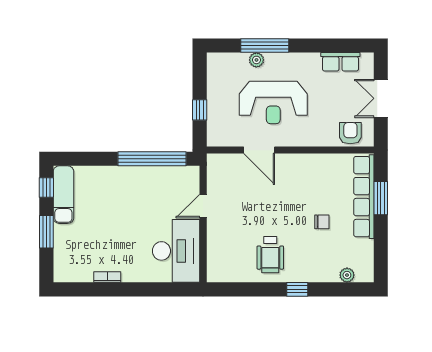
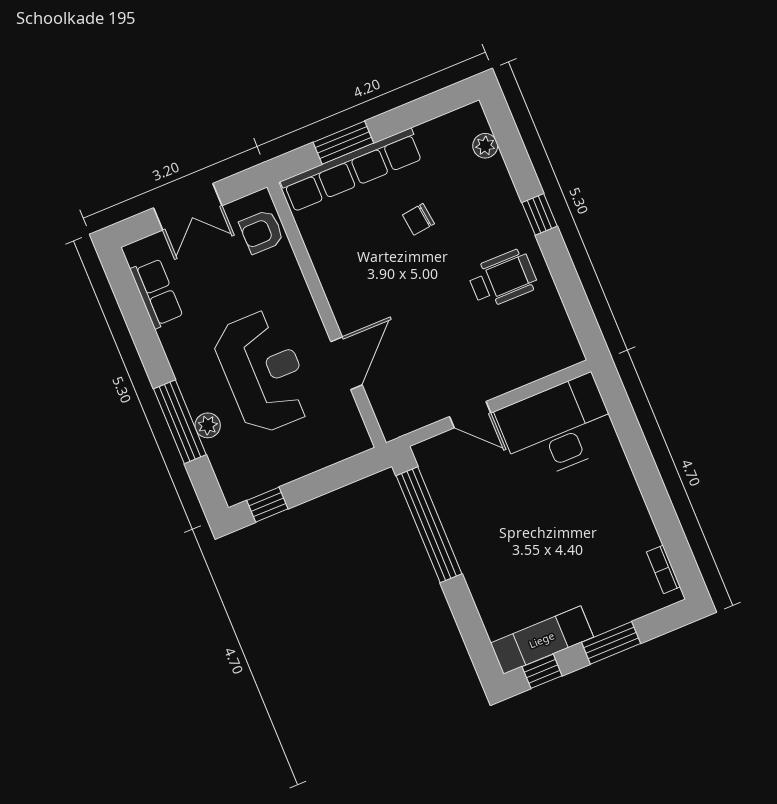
window: (200, 110) -> (267, 505), moved
chair: (322, 222) -> (418, 219), turned -97
bookcase: (107, 277) -> (663, 569), moved

